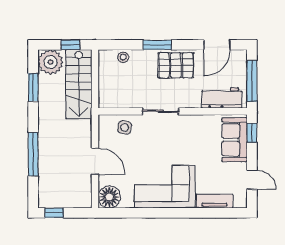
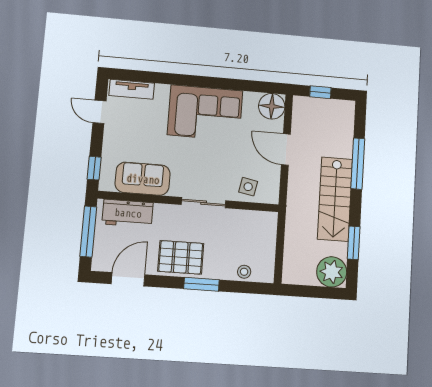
window: (70, 45) -> (307, 291), removed
stairs: (79, 84) -> (335, 199), moved, turned 180
sofa: (235, 140) -> (143, 179), moved, turned -90
tv unit: (214, 201) -> (132, 89), moved
window: (54, 213) -> (320, 92), moved

